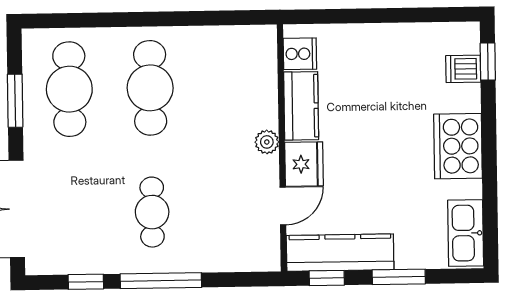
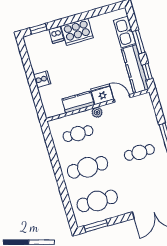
cooker: (300, 54) -> (42, 79), moved, turned 90
dishwasher: (463, 69) -> (56, 35), moved
cafe table: (231, 87) -> (78, 134), added
window: (15, 101) -> (96, 226), moved
kitchen sink: (466, 233) -> (125, 32), moved, turned 90

